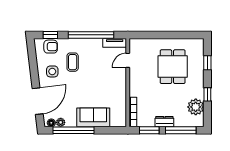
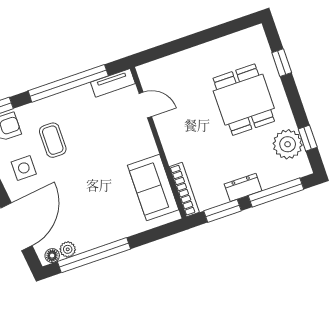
door: (128, 60) -> (145, 105), swing flipped
dining table: (173, 67) -> (244, 100), moved
window: (207, 94) -> (308, 138), moved
sofa: (93, 117) -> (153, 188), moved, turned -90

